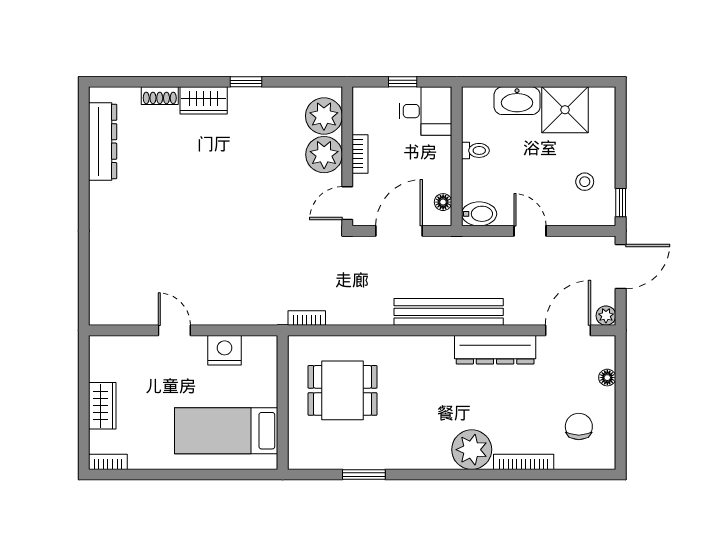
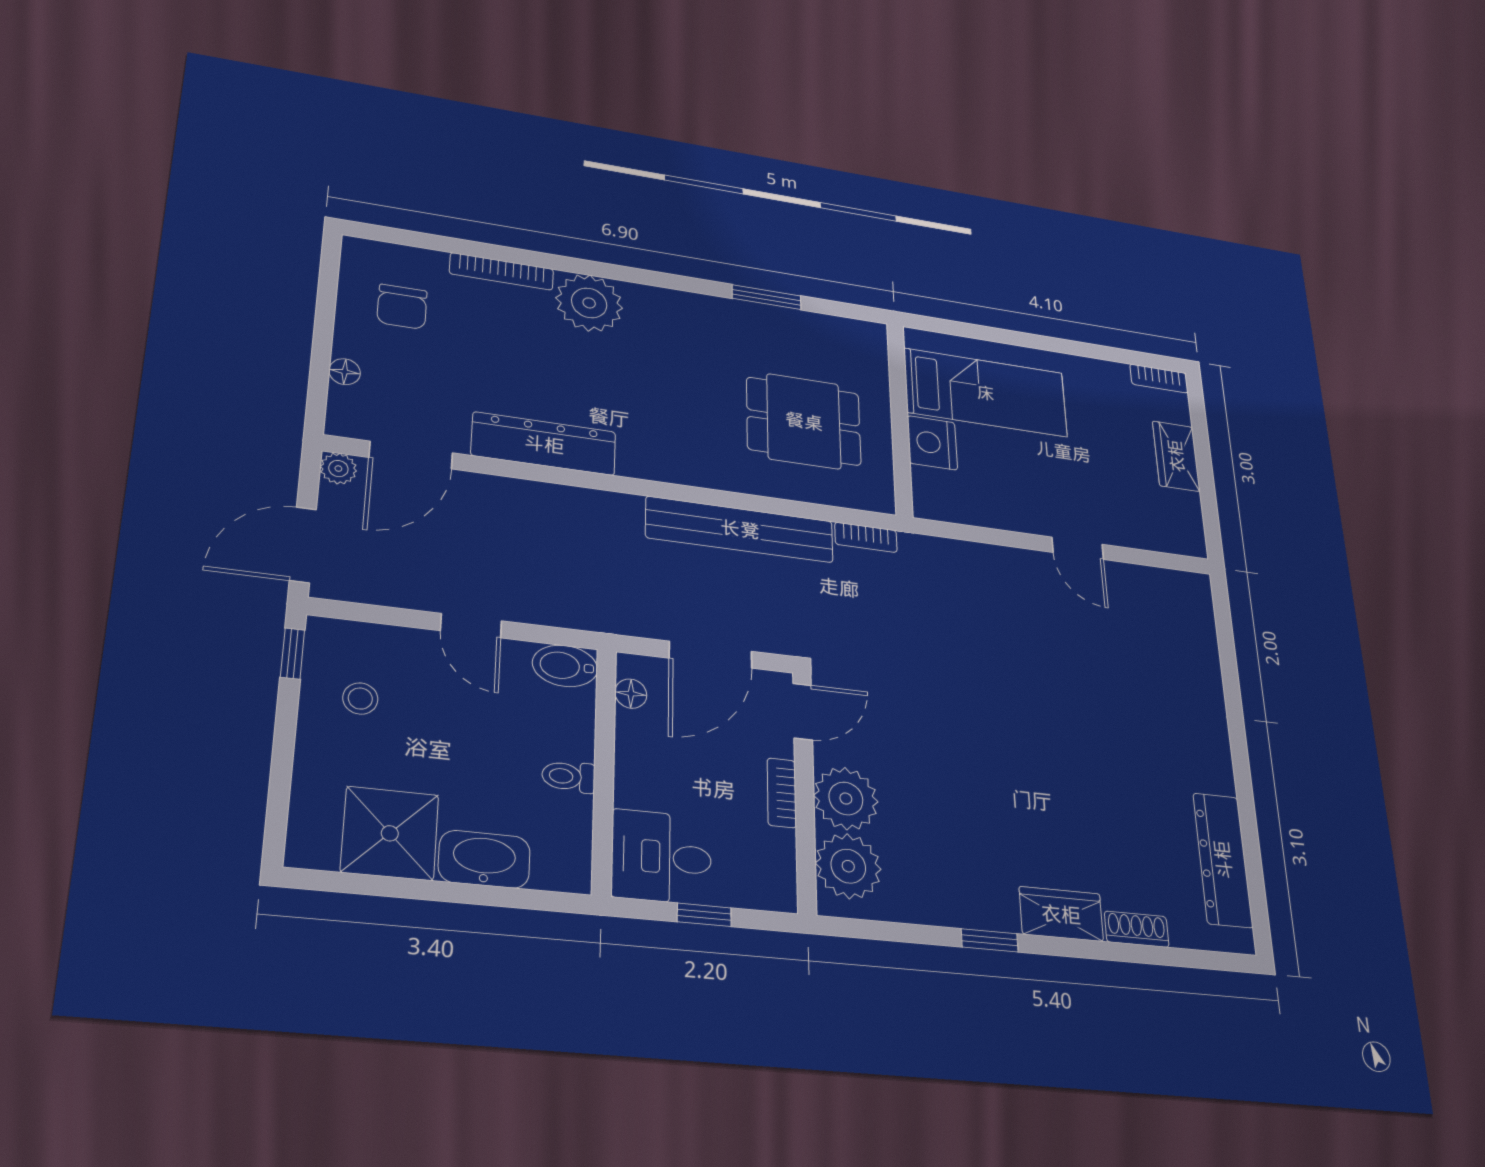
bench: (449, 312) -> (740, 529), moved
nightstand: (225, 350) -> (932, 443), moved, turned 90

